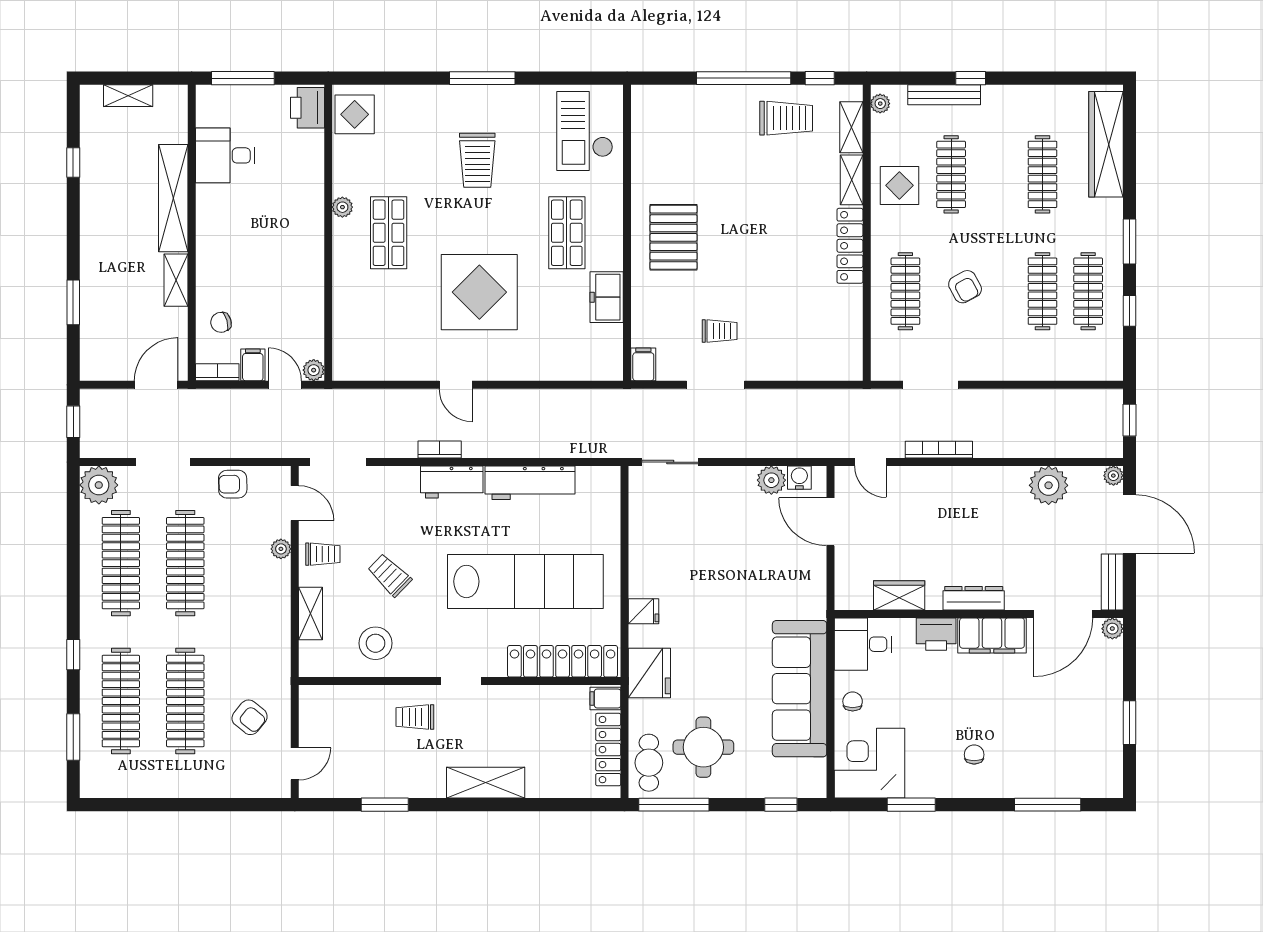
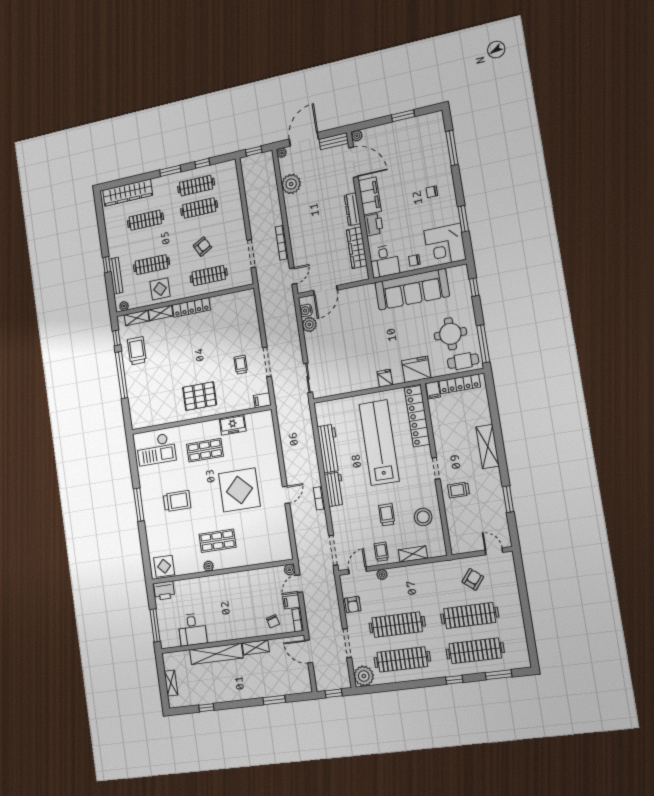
trolley: (390, 575) -> (387, 515), turned 136
wardrobe: (899, 595) -> (357, 248), width x1.50
trolley: (415, 717) -> (459, 490), turned 90

